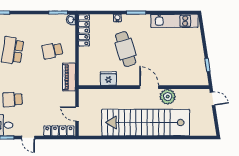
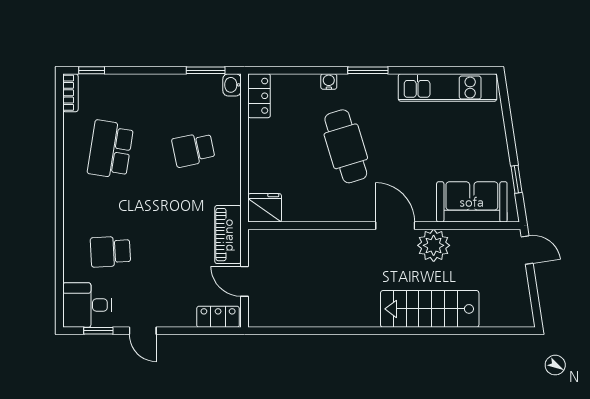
locker: (84, 30) -> (259, 96), width x0.66
sofa: (186, 76) -> (472, 202), added
piano: (69, 77) -> (228, 235), moved
fridge: (108, 79) -> (265, 208), moved
stairs: (146, 123) -> (430, 309), width x0.54, depth x0.66
locker: (59, 131) -> (218, 317), width x0.66

